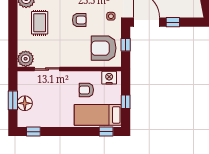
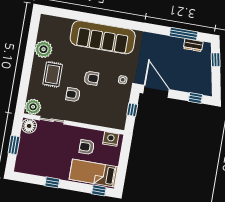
window: (173, 22) -> (195, 98), moved
armchair: (104, 48) -> (73, 95), moved, width x0.53, depth x0.53
window: (126, 102) -> (123, 165), removed
floor lamp: (25, 103) -> (29, 126), moved
window: (33, 132) -> (52, 182), moved

